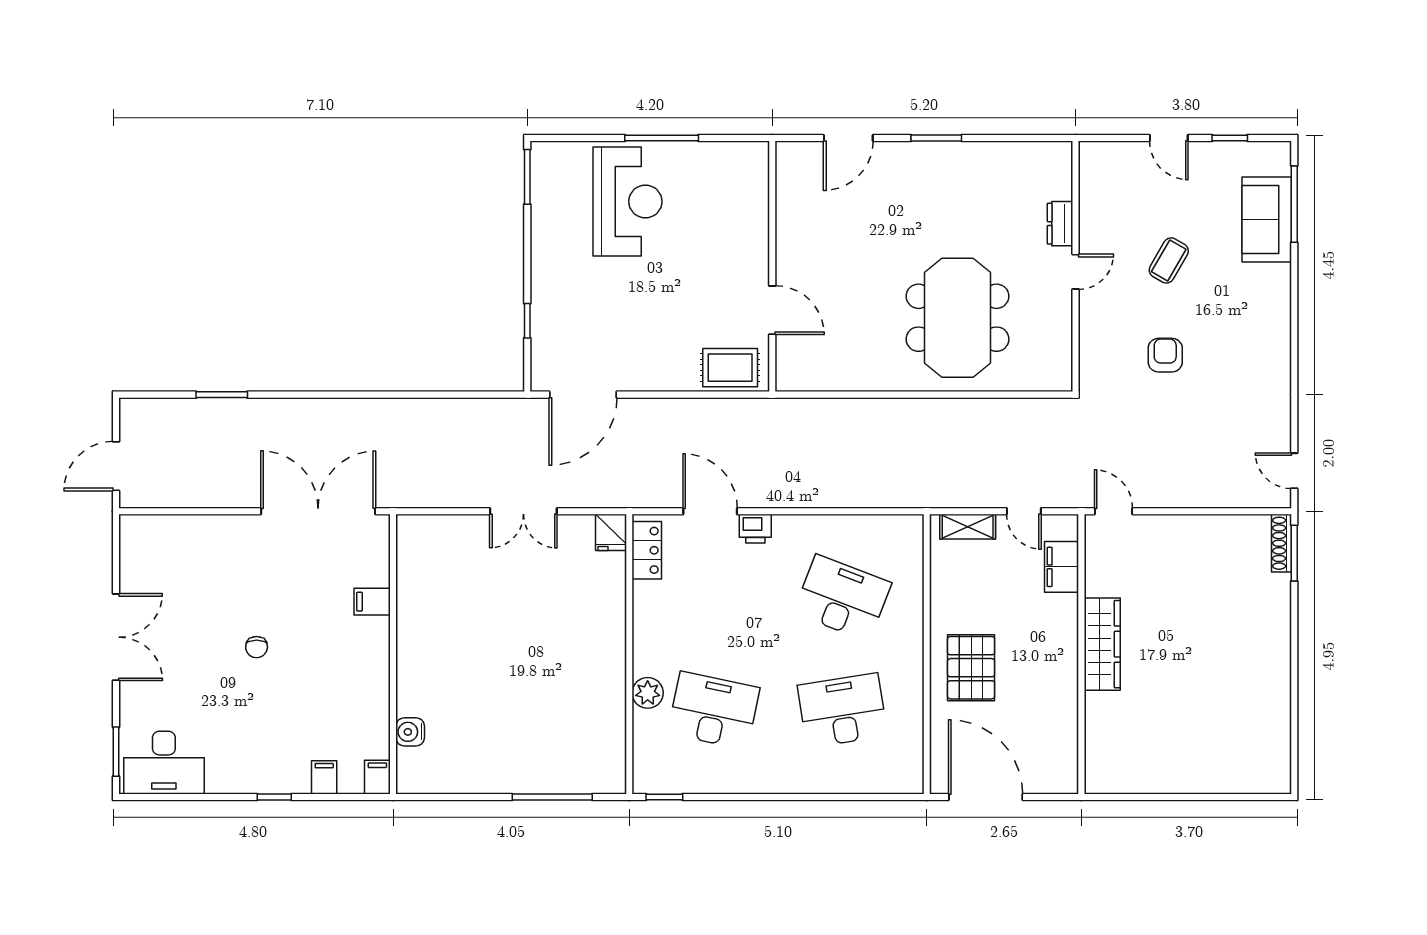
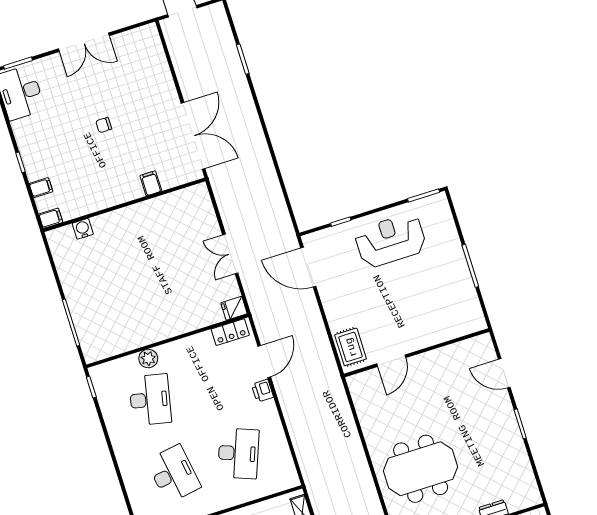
reception desk: (628, 202) -> (391, 240), moved, turned 180

